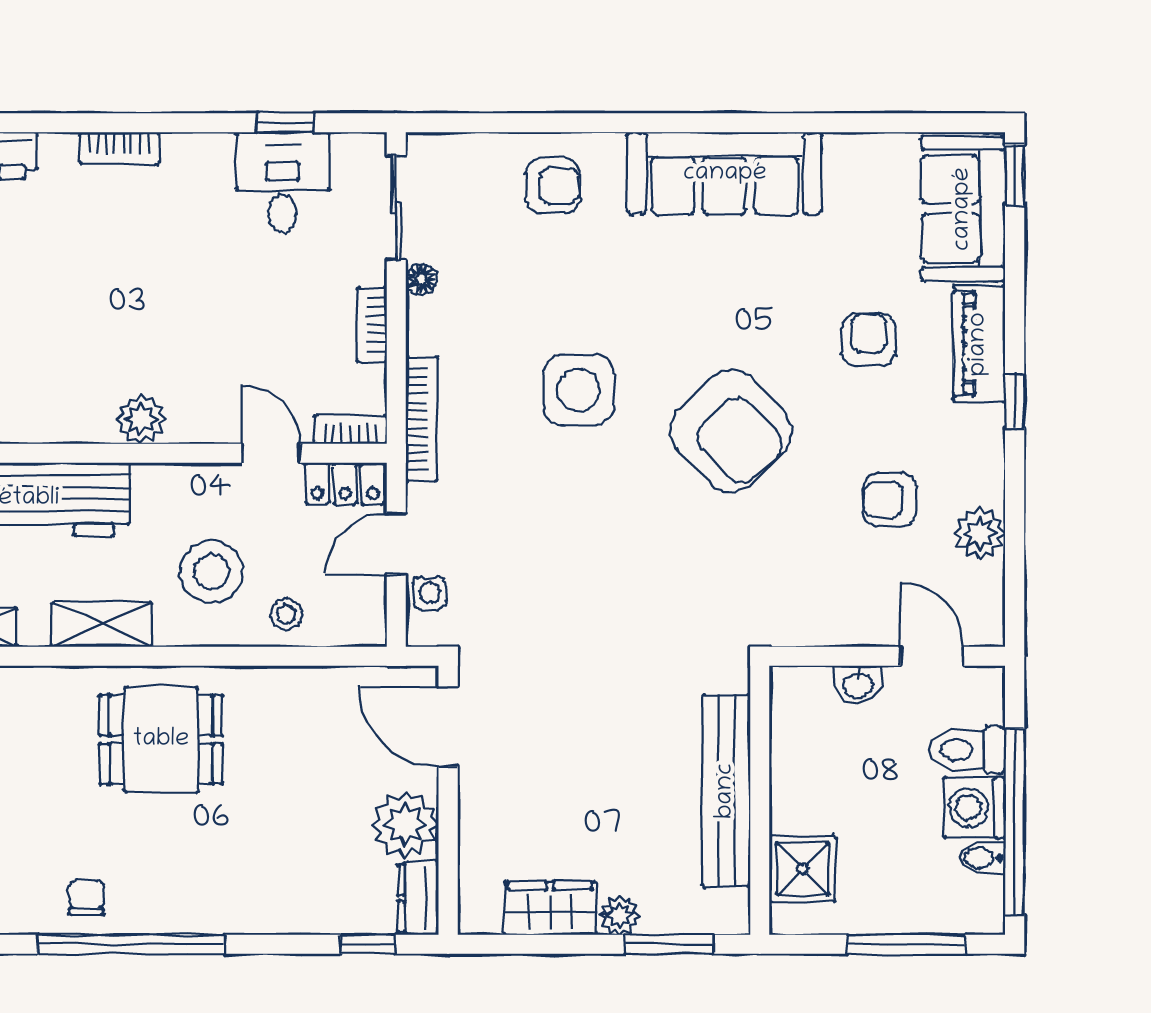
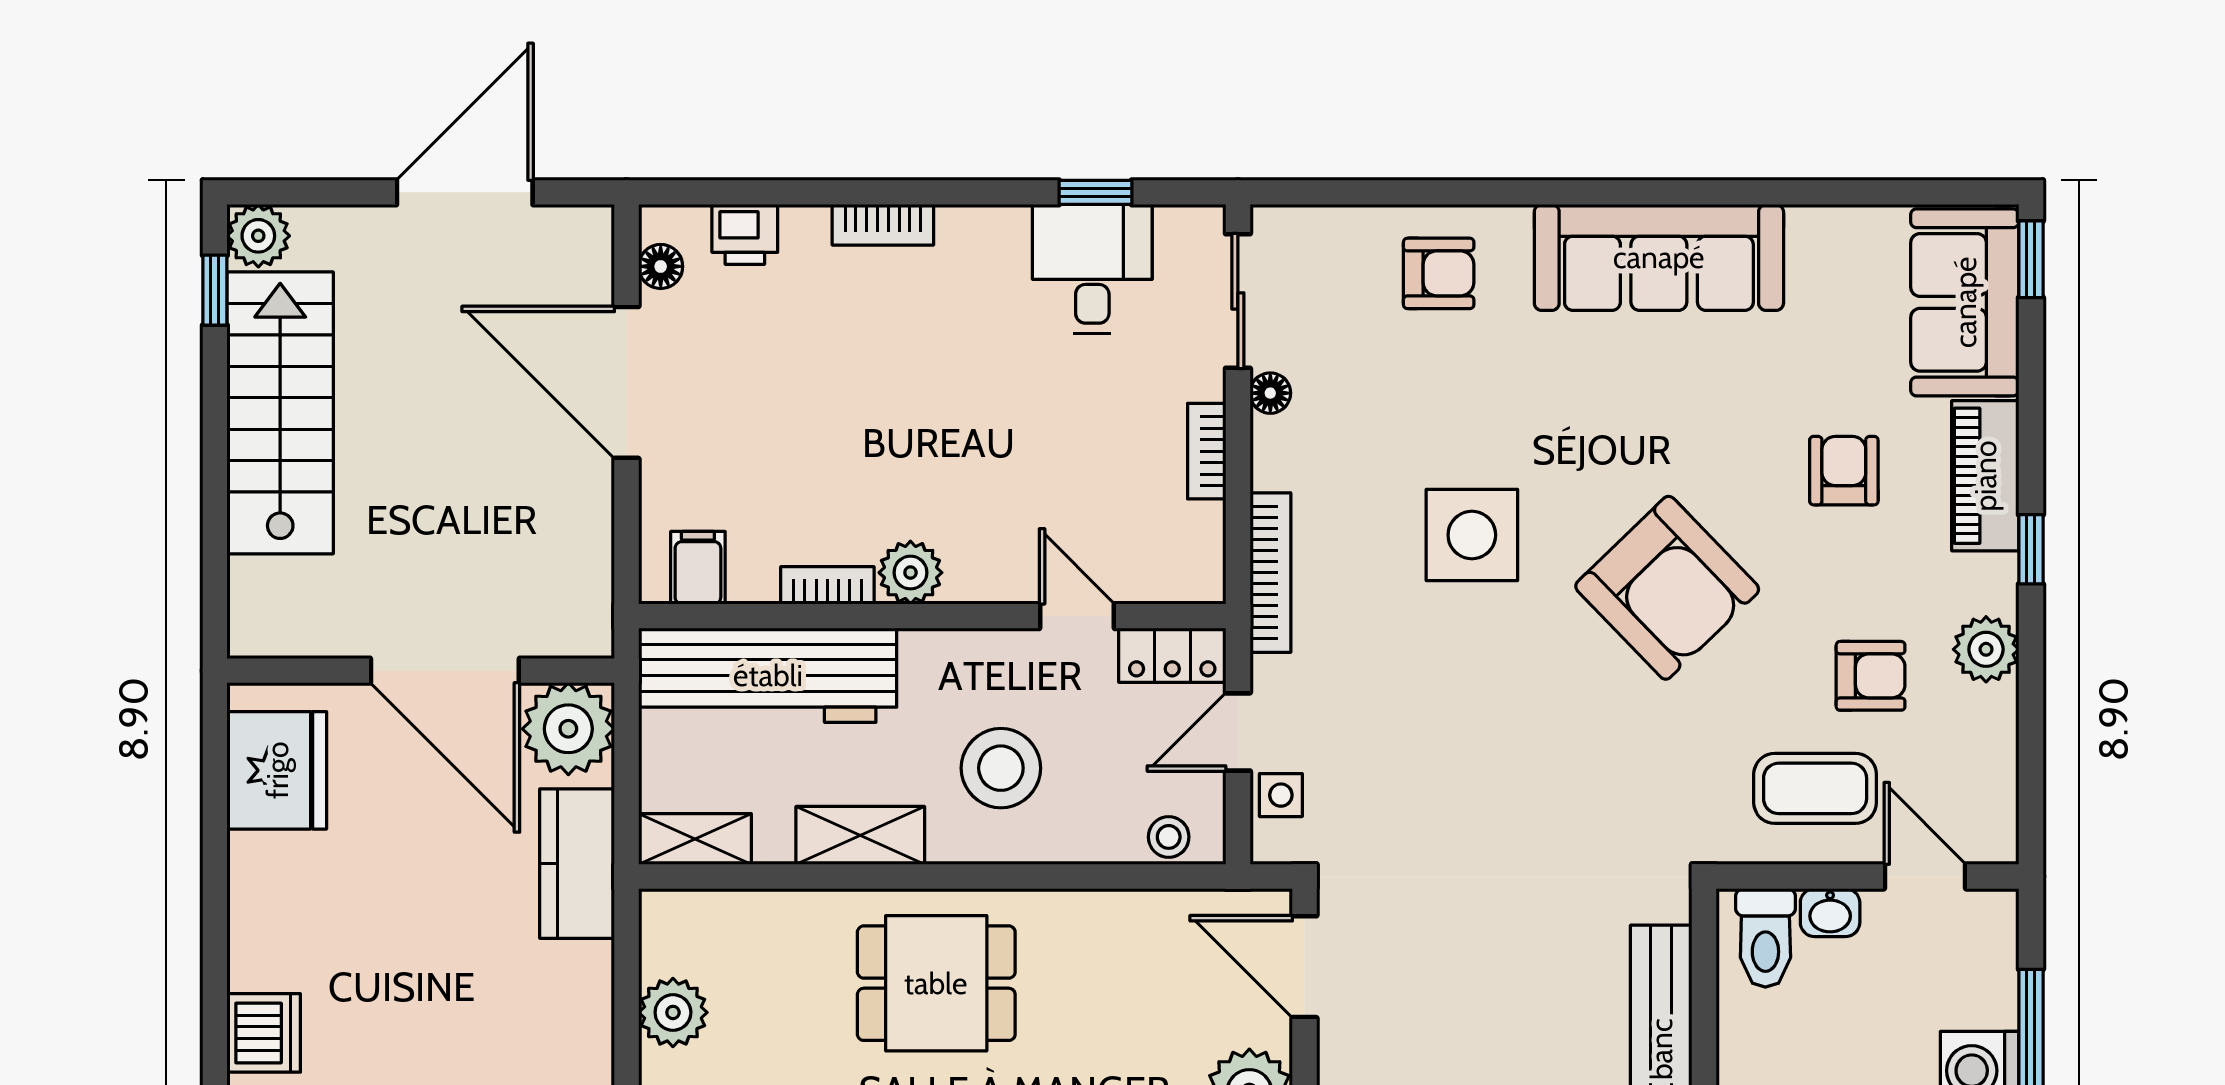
bookcase: (350, 429) -> (827, 585), moved
armchair: (890, 500) -> (1871, 676), turned 180
plant: (980, 533) -> (1986, 649), moved
coffee table: (846, 588) -> (1815, 788), added
stool: (287, 614) -> (1169, 837), moved
toilet: (967, 750) -> (1765, 938), moved, turned -90

